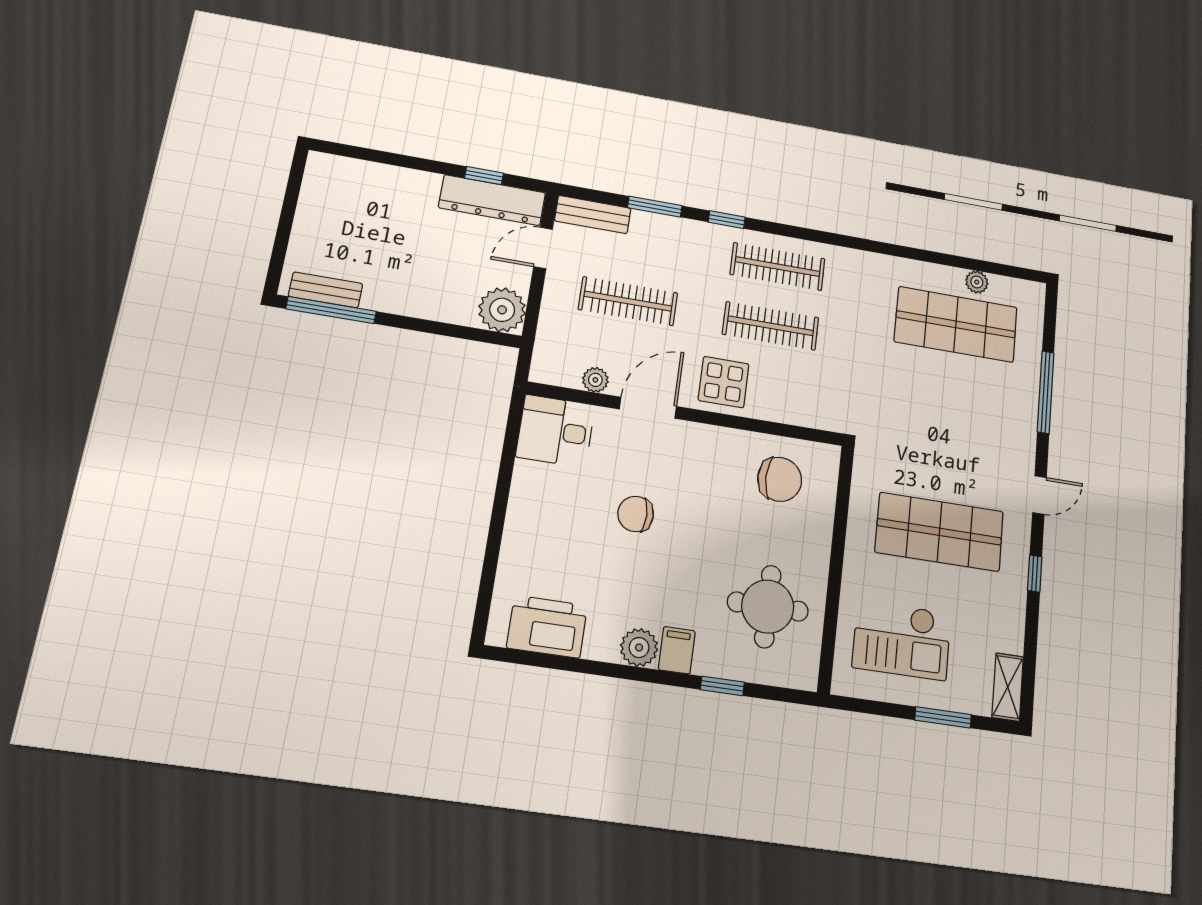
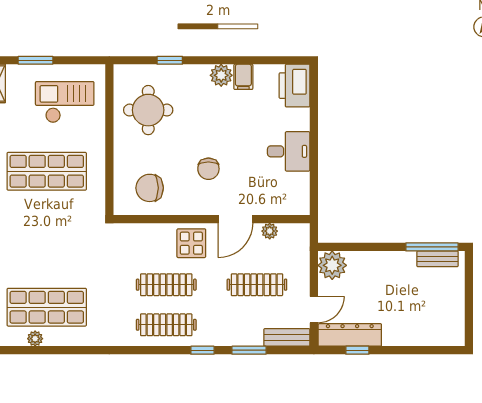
desk: (555, 431) -> (289, 151), moved
chair: (636, 514) -> (208, 169), moved, turned 90
printer: (547, 627) -> (295, 86), moved, turned 90
filing cabinet: (677, 650) -> (243, 77), moved

